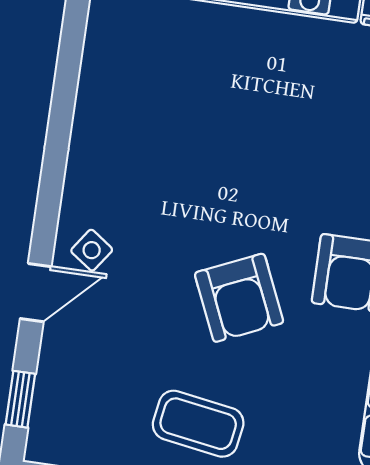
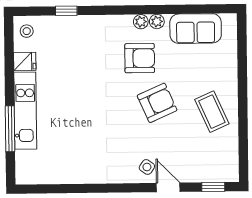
coffee table: (198, 424) -> (212, 112), turned -33

